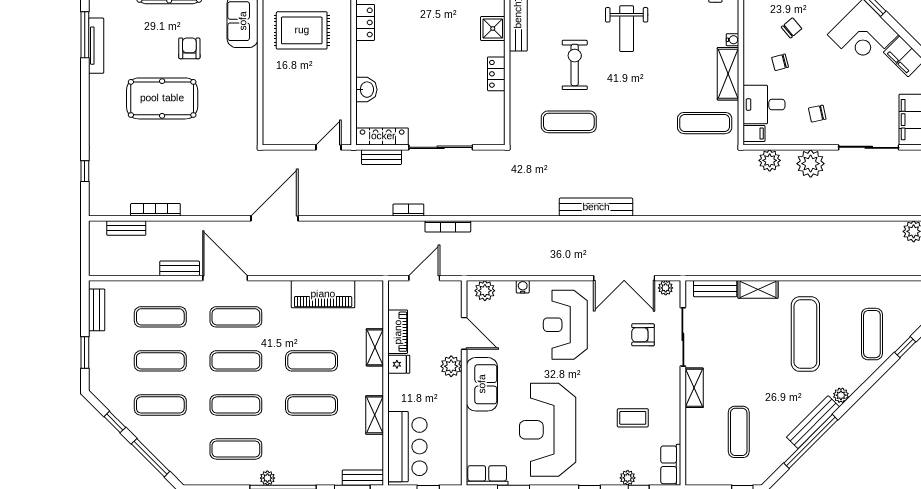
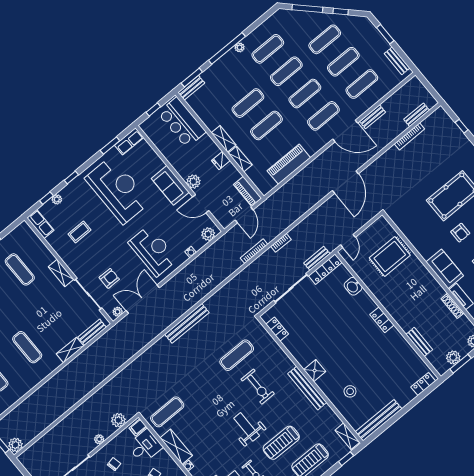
rug: (302, 30) -> (390, 256), moved
locker: (496, 74) -> (277, 329), moved
plant: (811, 164) -> (99, 439), width x0.53, depth x0.53
piano: (398, 332) -> (248, 191), moved
exercise mat: (805, 334) -> (27, 347), width x0.73, depth x0.69
shelving: (375, 415) -> (224, 139), moved

